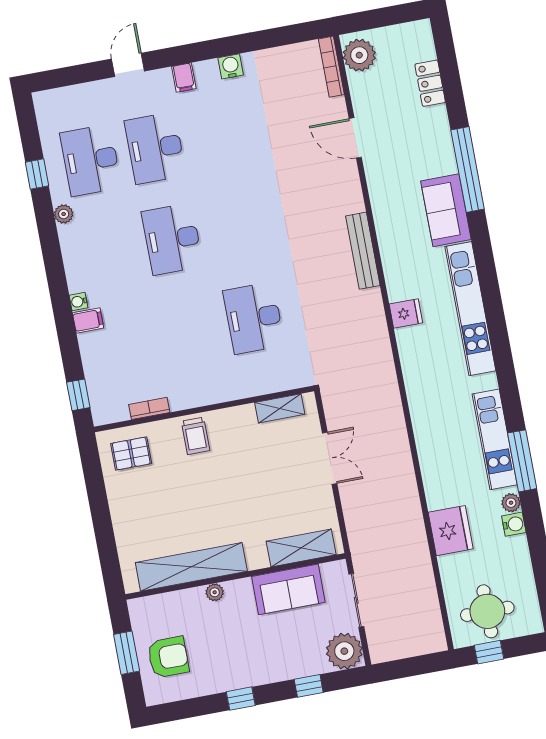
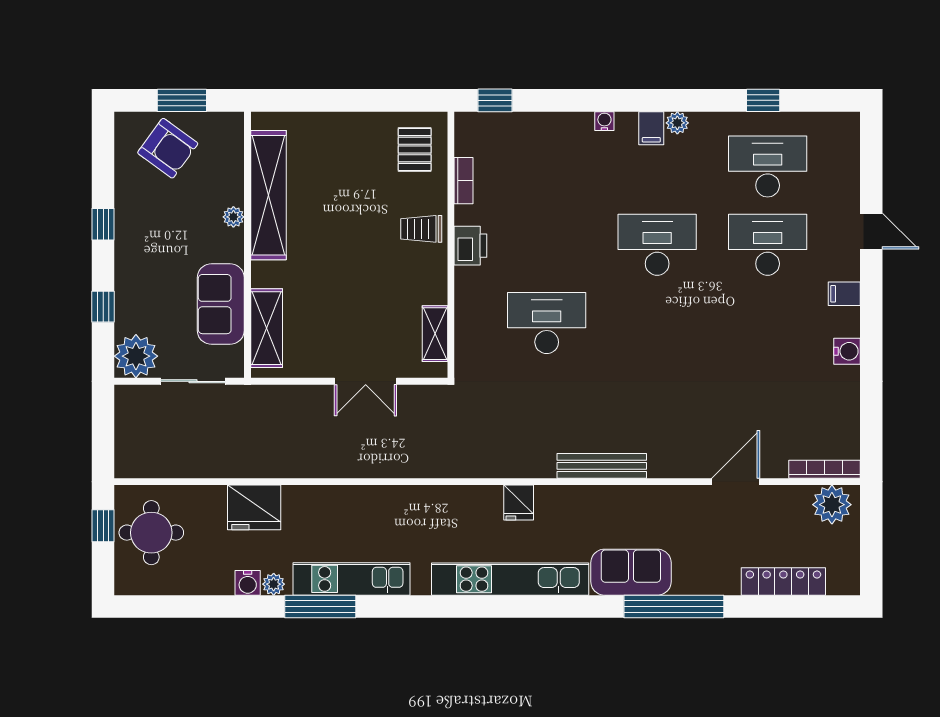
locker: (430, 83) -> (783, 581), width x1.53
plant: (64, 214) -> (677, 123), moved
filing cabinet: (88, 320) -> (651, 128), moved
printer: (202, 393) -> (470, 246), added
armchair: (168, 657) -> (168, 148), turned -54

